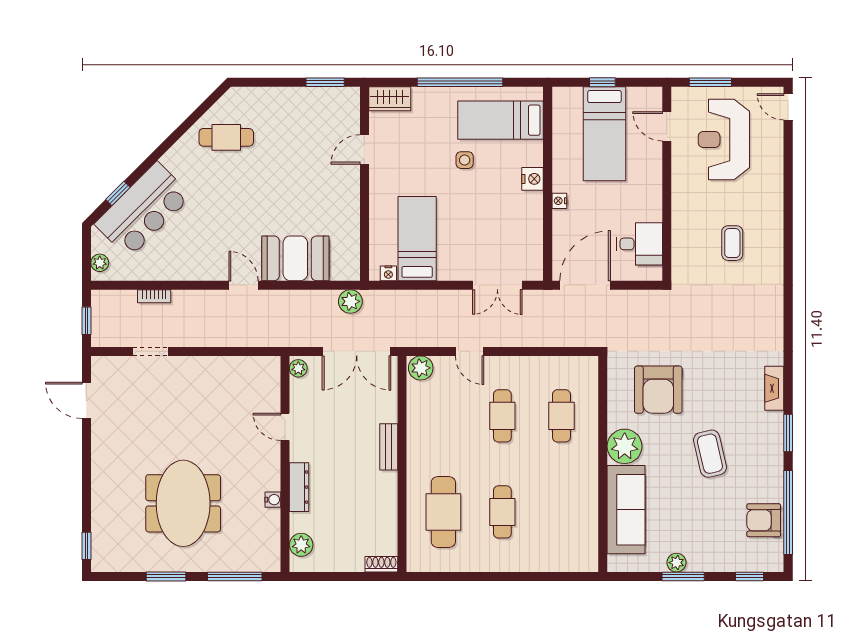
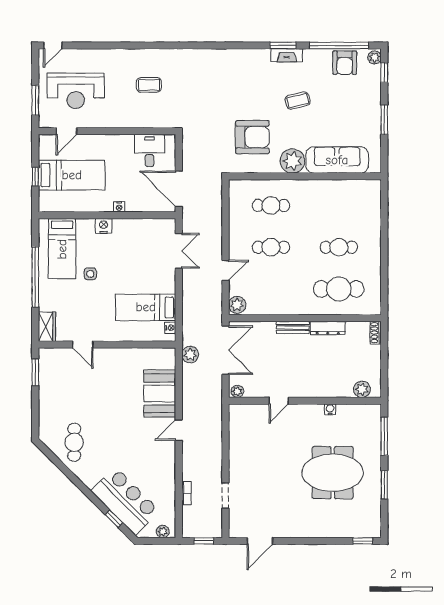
fireplace: (774, 388) -> (287, 55), moved
coffee table: (710, 454) -> (298, 101), width x0.73, depth x0.77
dresser: (299, 487) -> (328, 328), moved, turned 180
plant: (677, 563) -> (375, 57), moved

